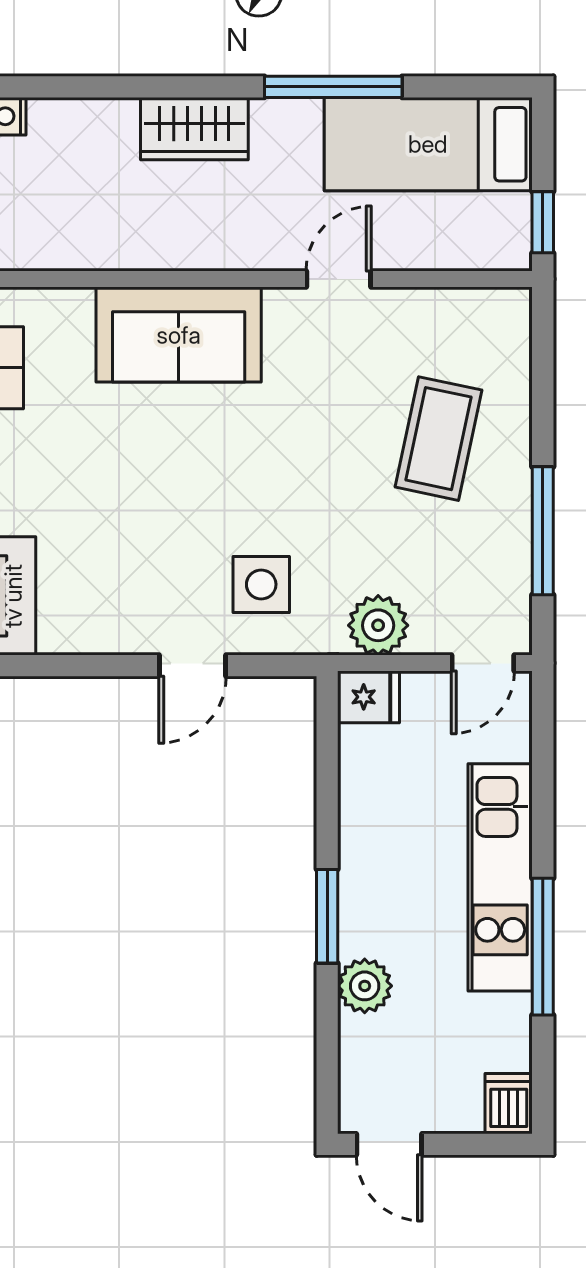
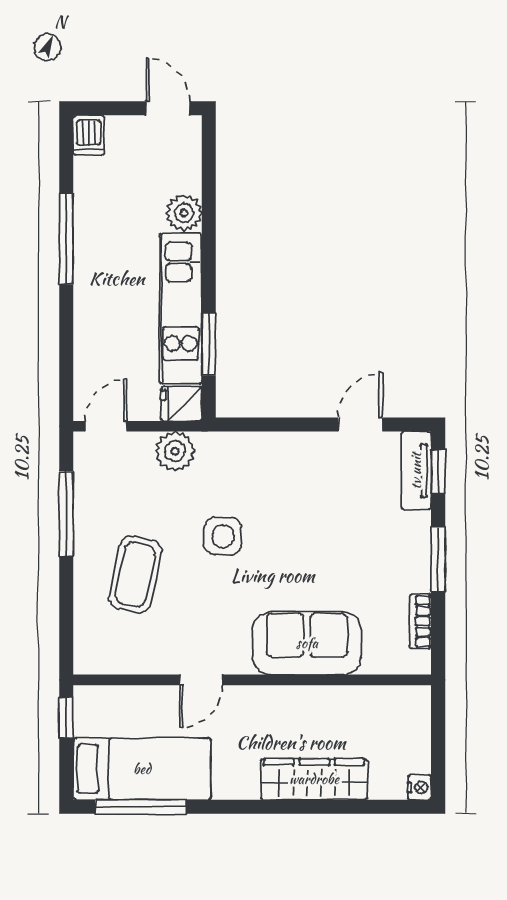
window: (333, 87) -> (141, 807), moved
wardrobe: (194, 129) -> (314, 779), width x1.50
side table: (261, 584) -> (223, 536), moved
door: (192, 666) -> (360, 425), moved
kitchen unit: (500, 877) -> (181, 309), moved, turned 180
window: (327, 916) -> (209, 344), moved

